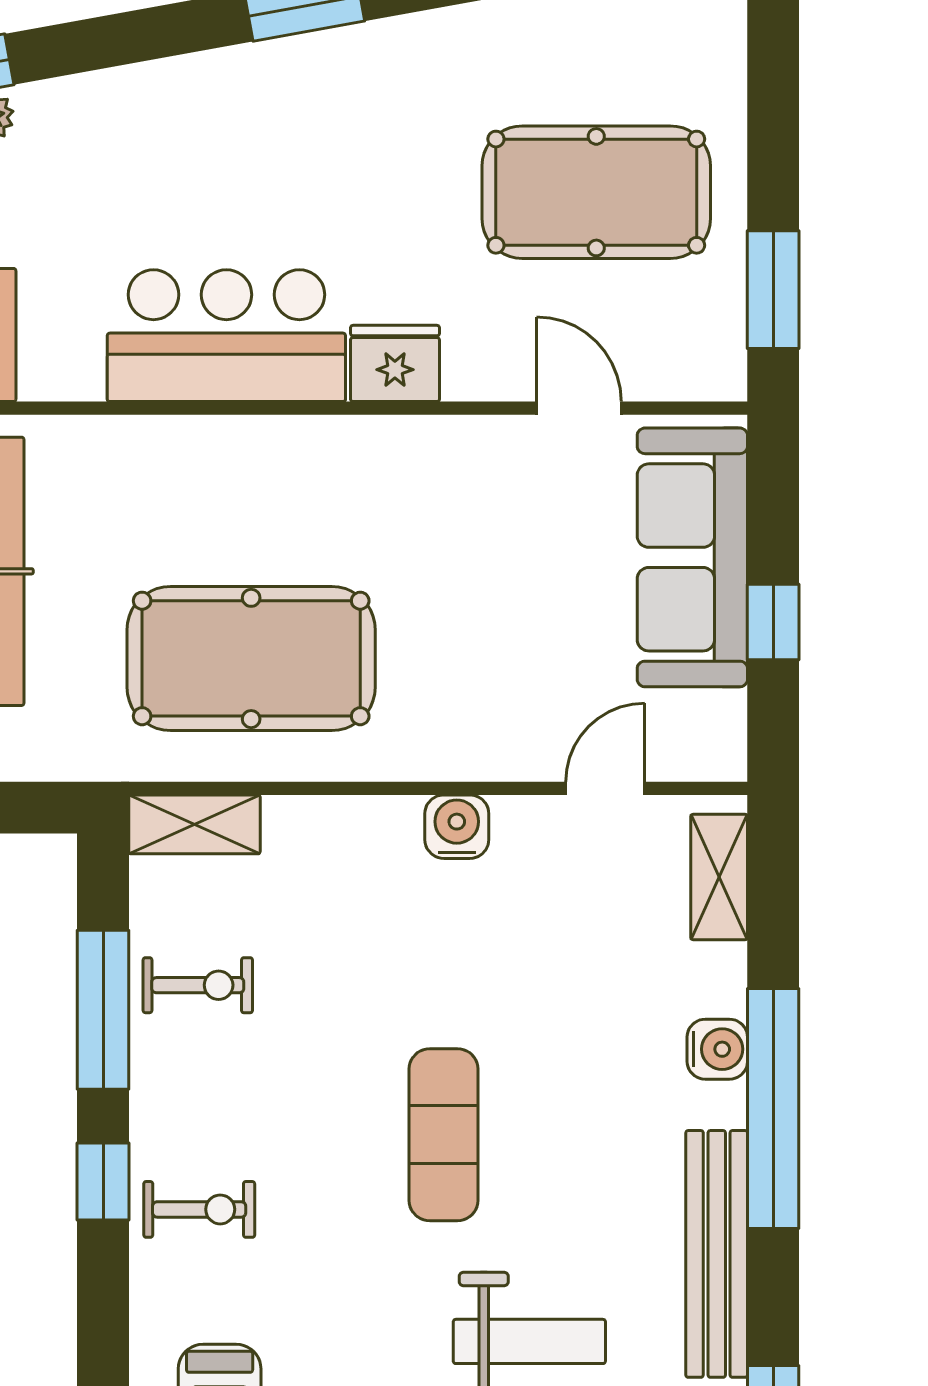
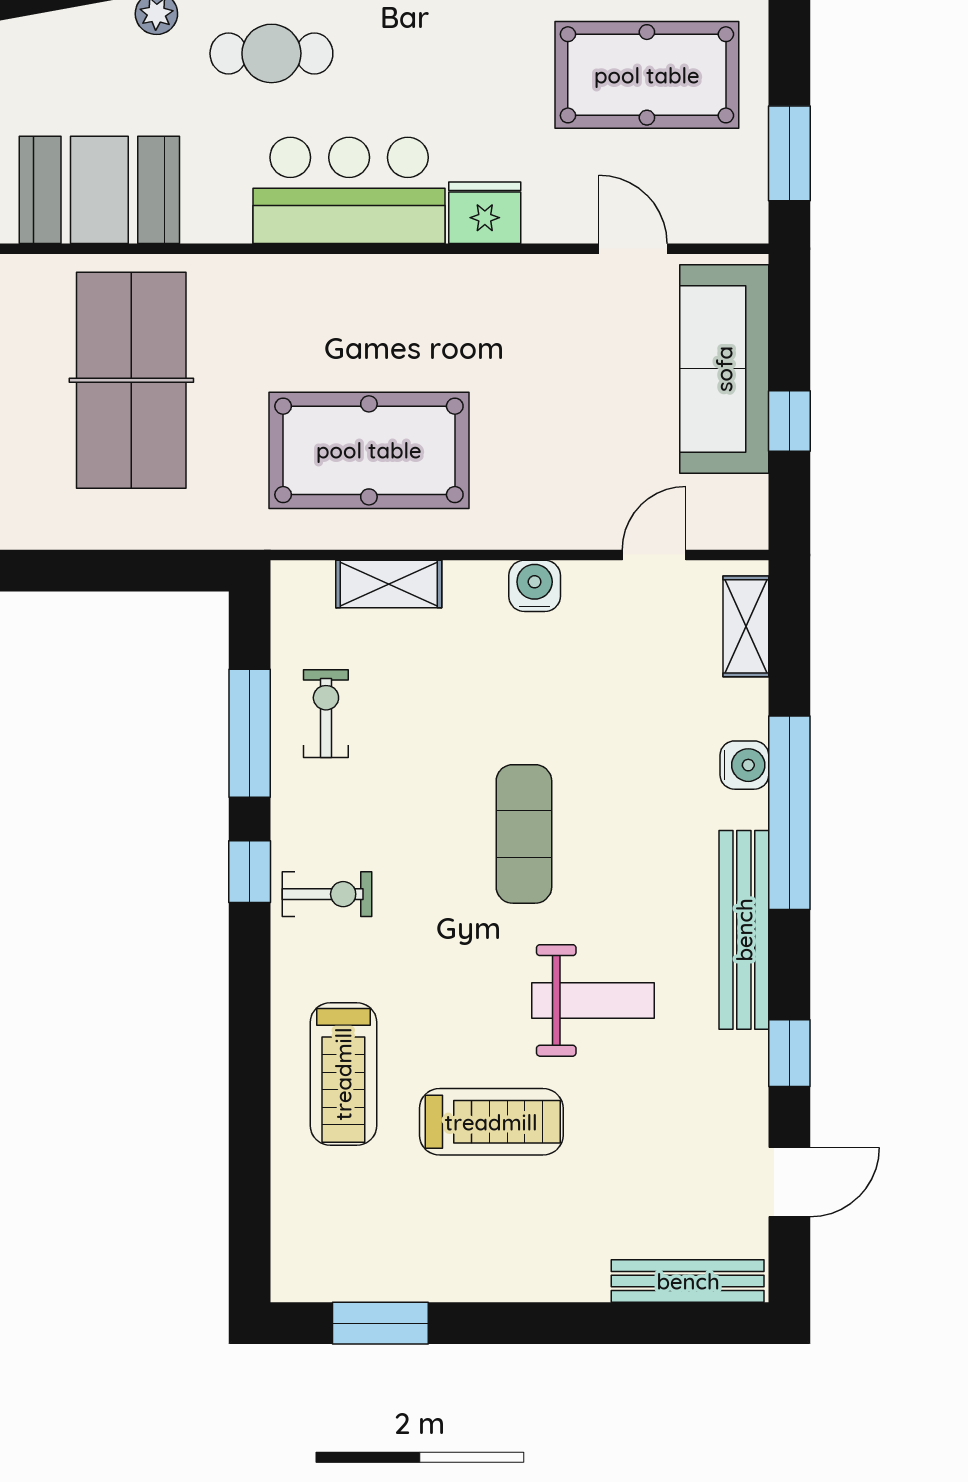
cafe table: (130, 166) -> (271, 53), added
shelving: (194, 824) -> (389, 584), moved
exercise bike: (198, 985) -> (326, 714), turned -90

